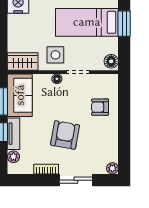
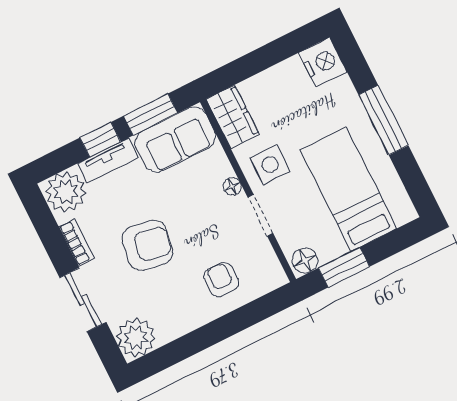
window: (124, 24) -> (344, 267), moved
plant: (13, 157) -> (66, 192), width x1.88, depth x1.88
plant: (112, 168) -> (136, 338), width x1.88, depth x1.88

